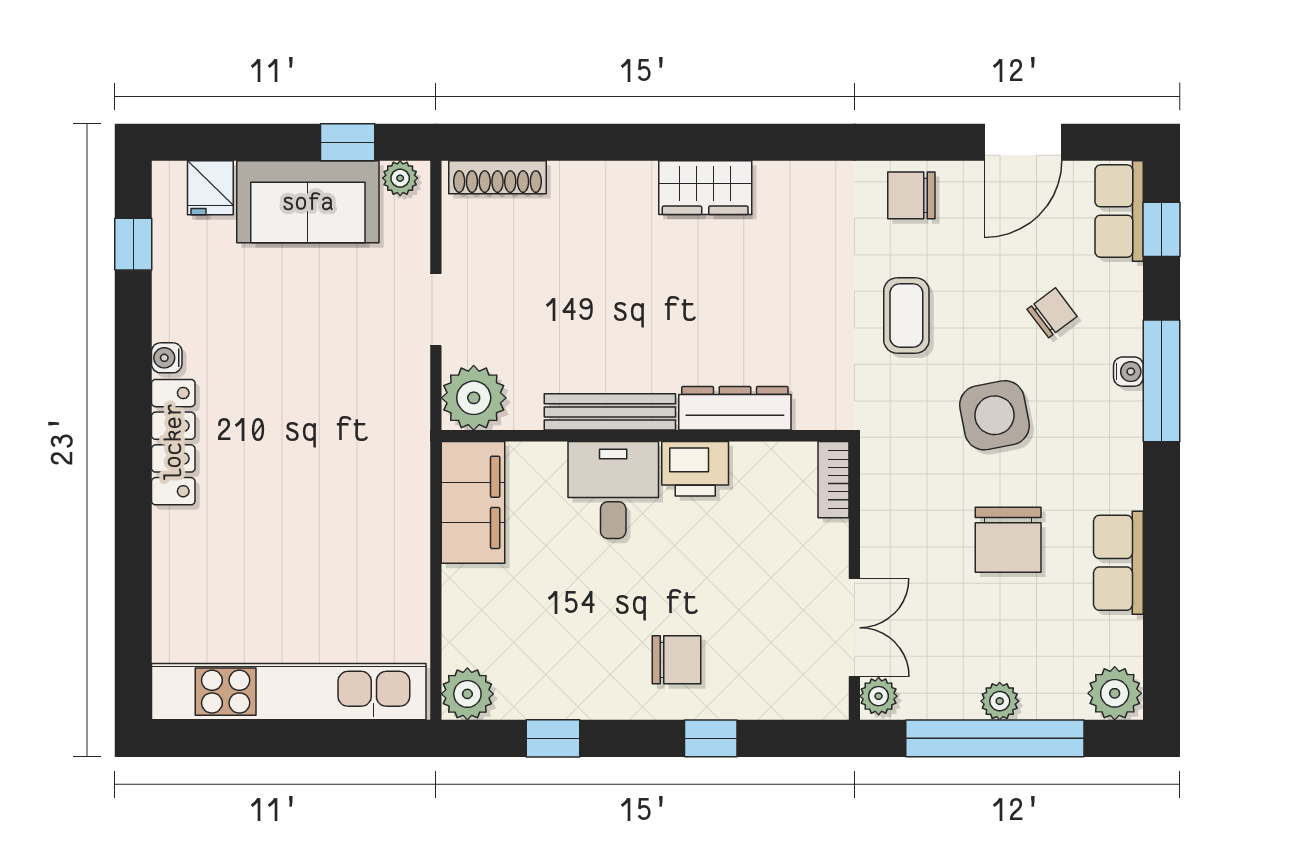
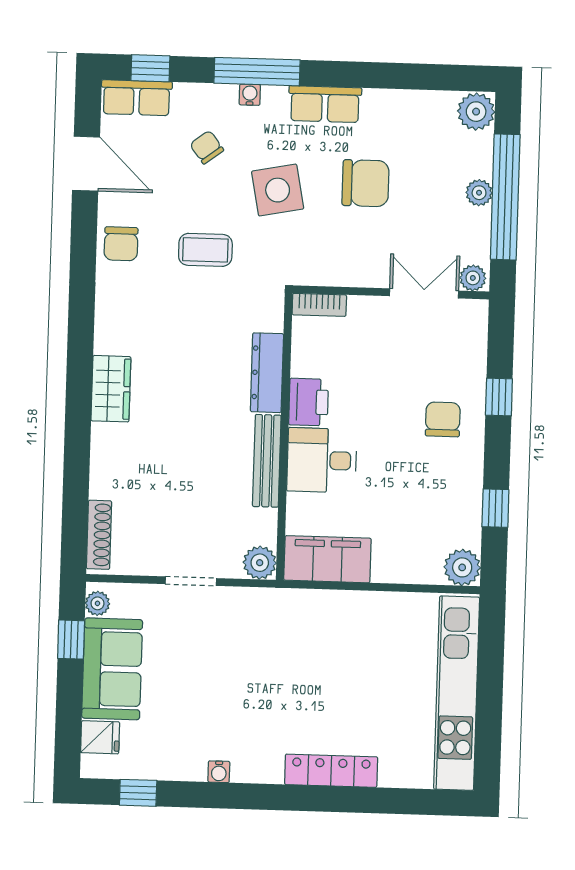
plant: (474, 398) -> (260, 563), width x0.73, depth x0.73
locker: (173, 442) -> (331, 771), moved
row of seats: (1118, 563) -> (325, 104), moved

